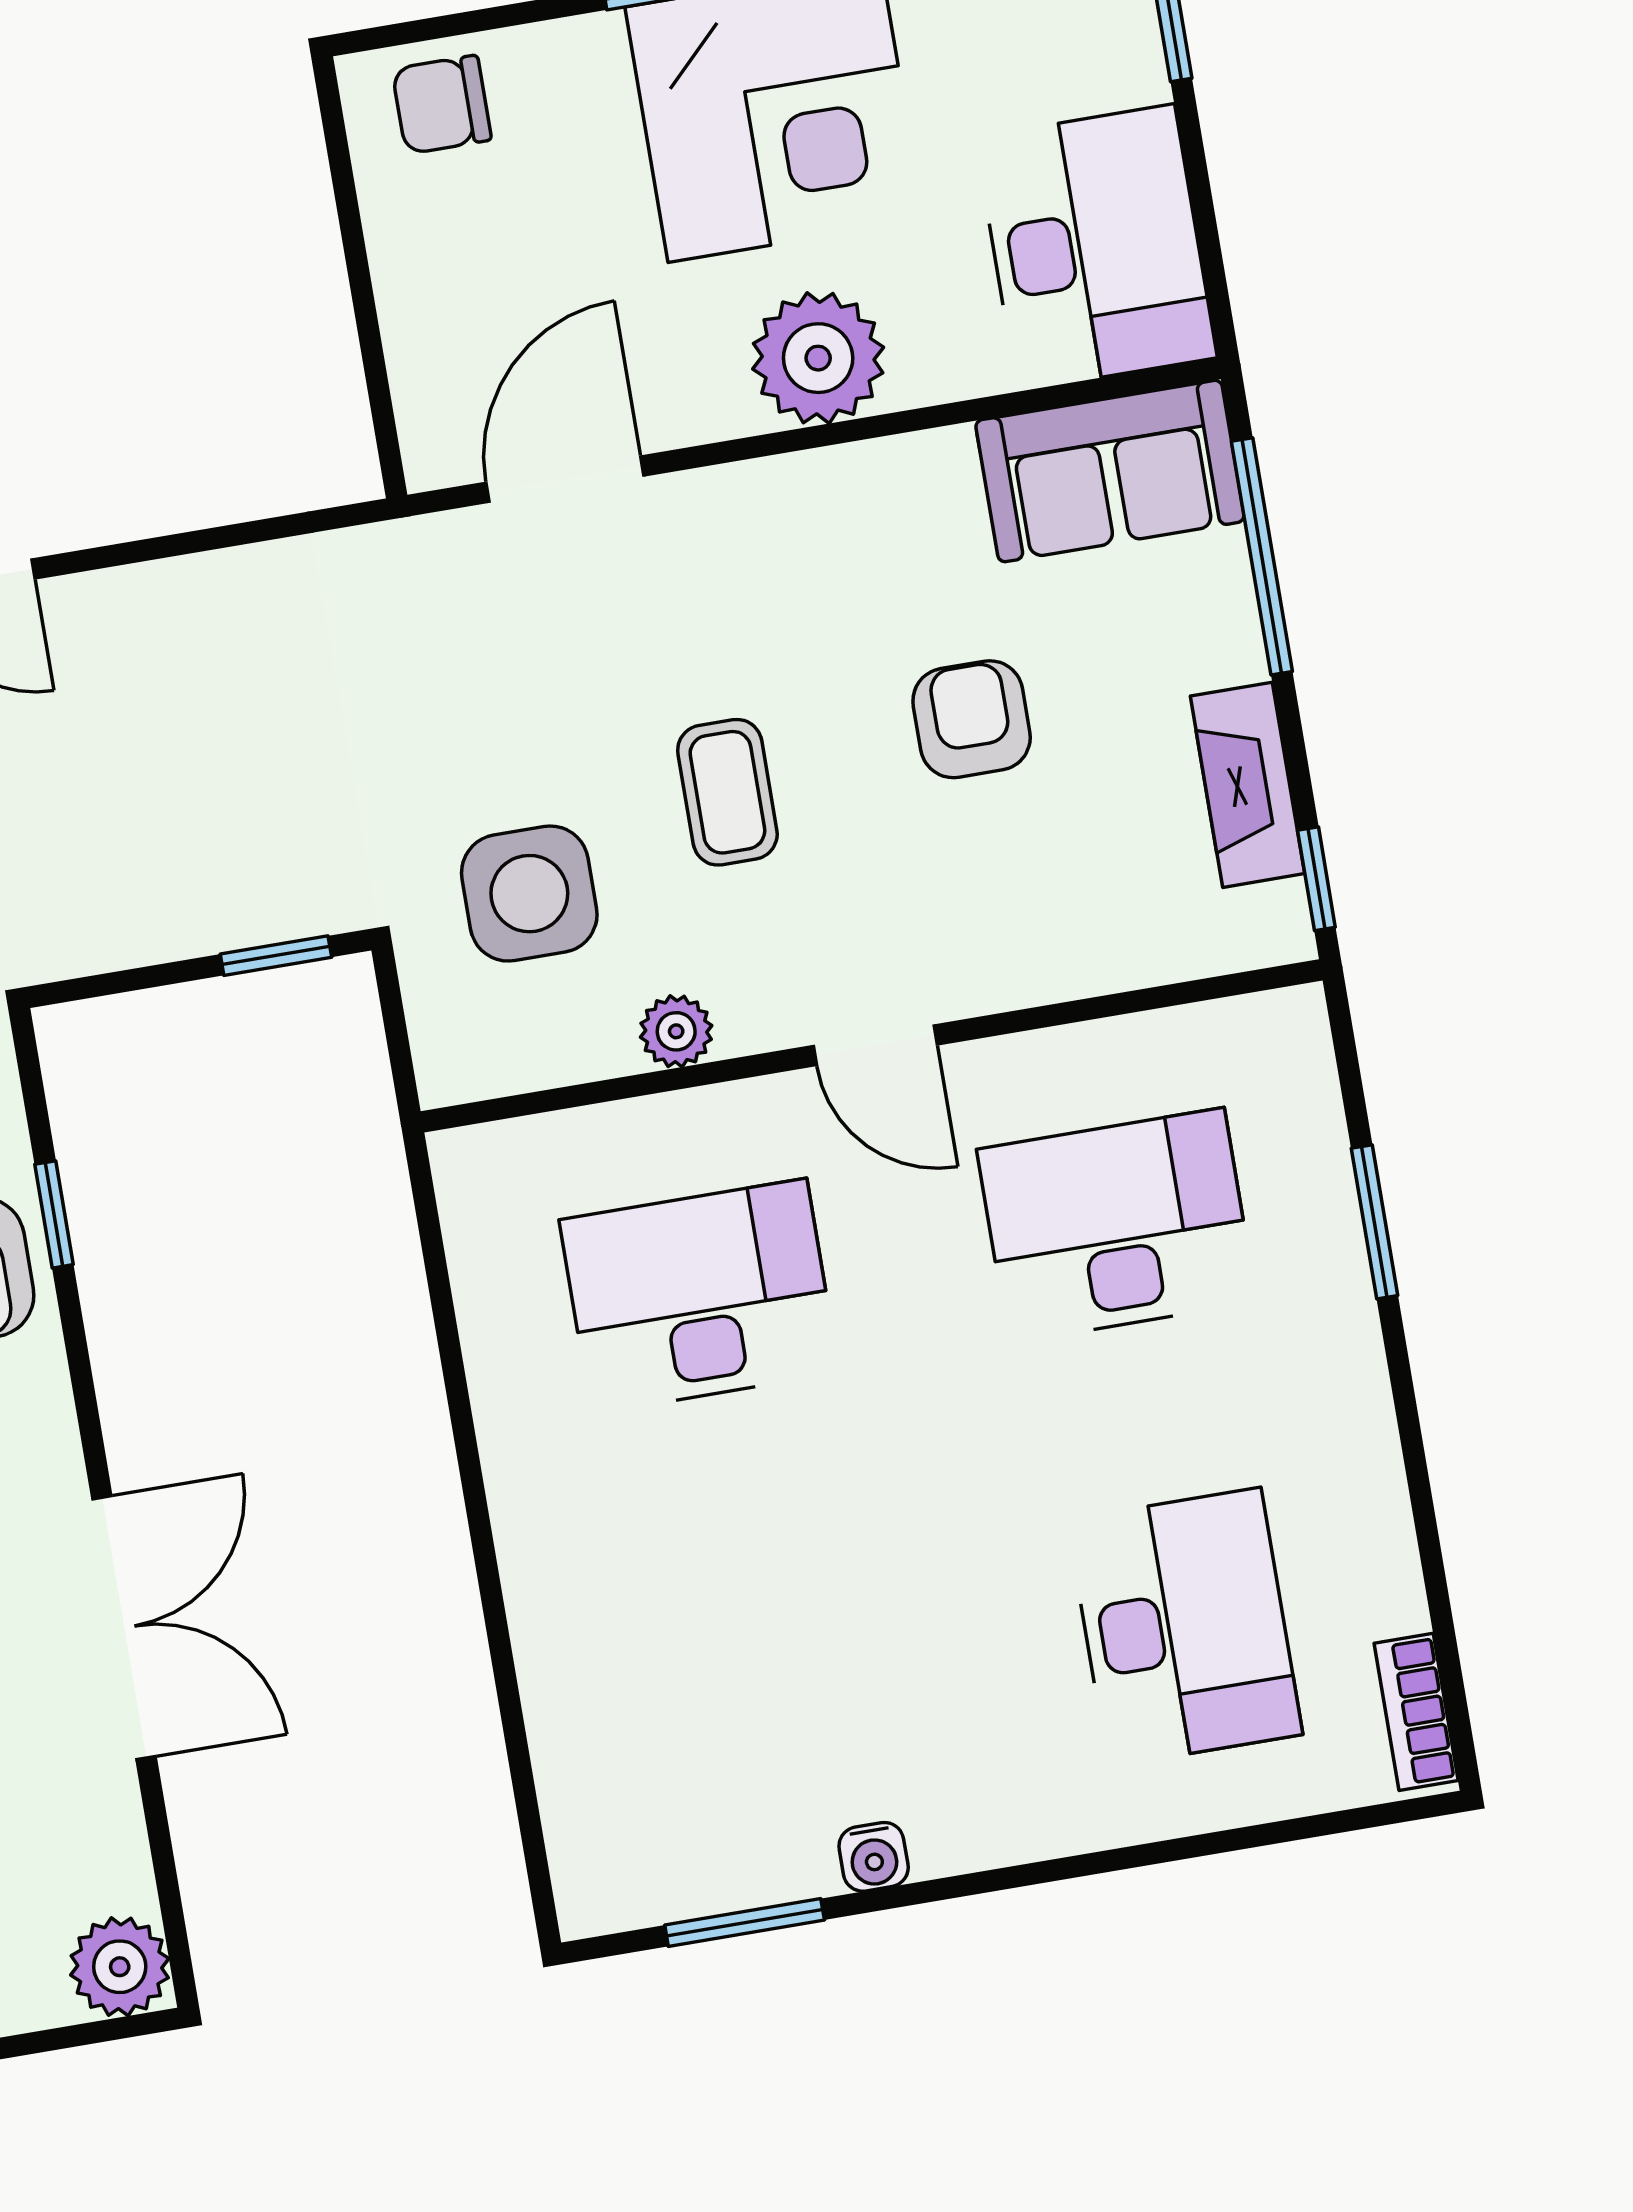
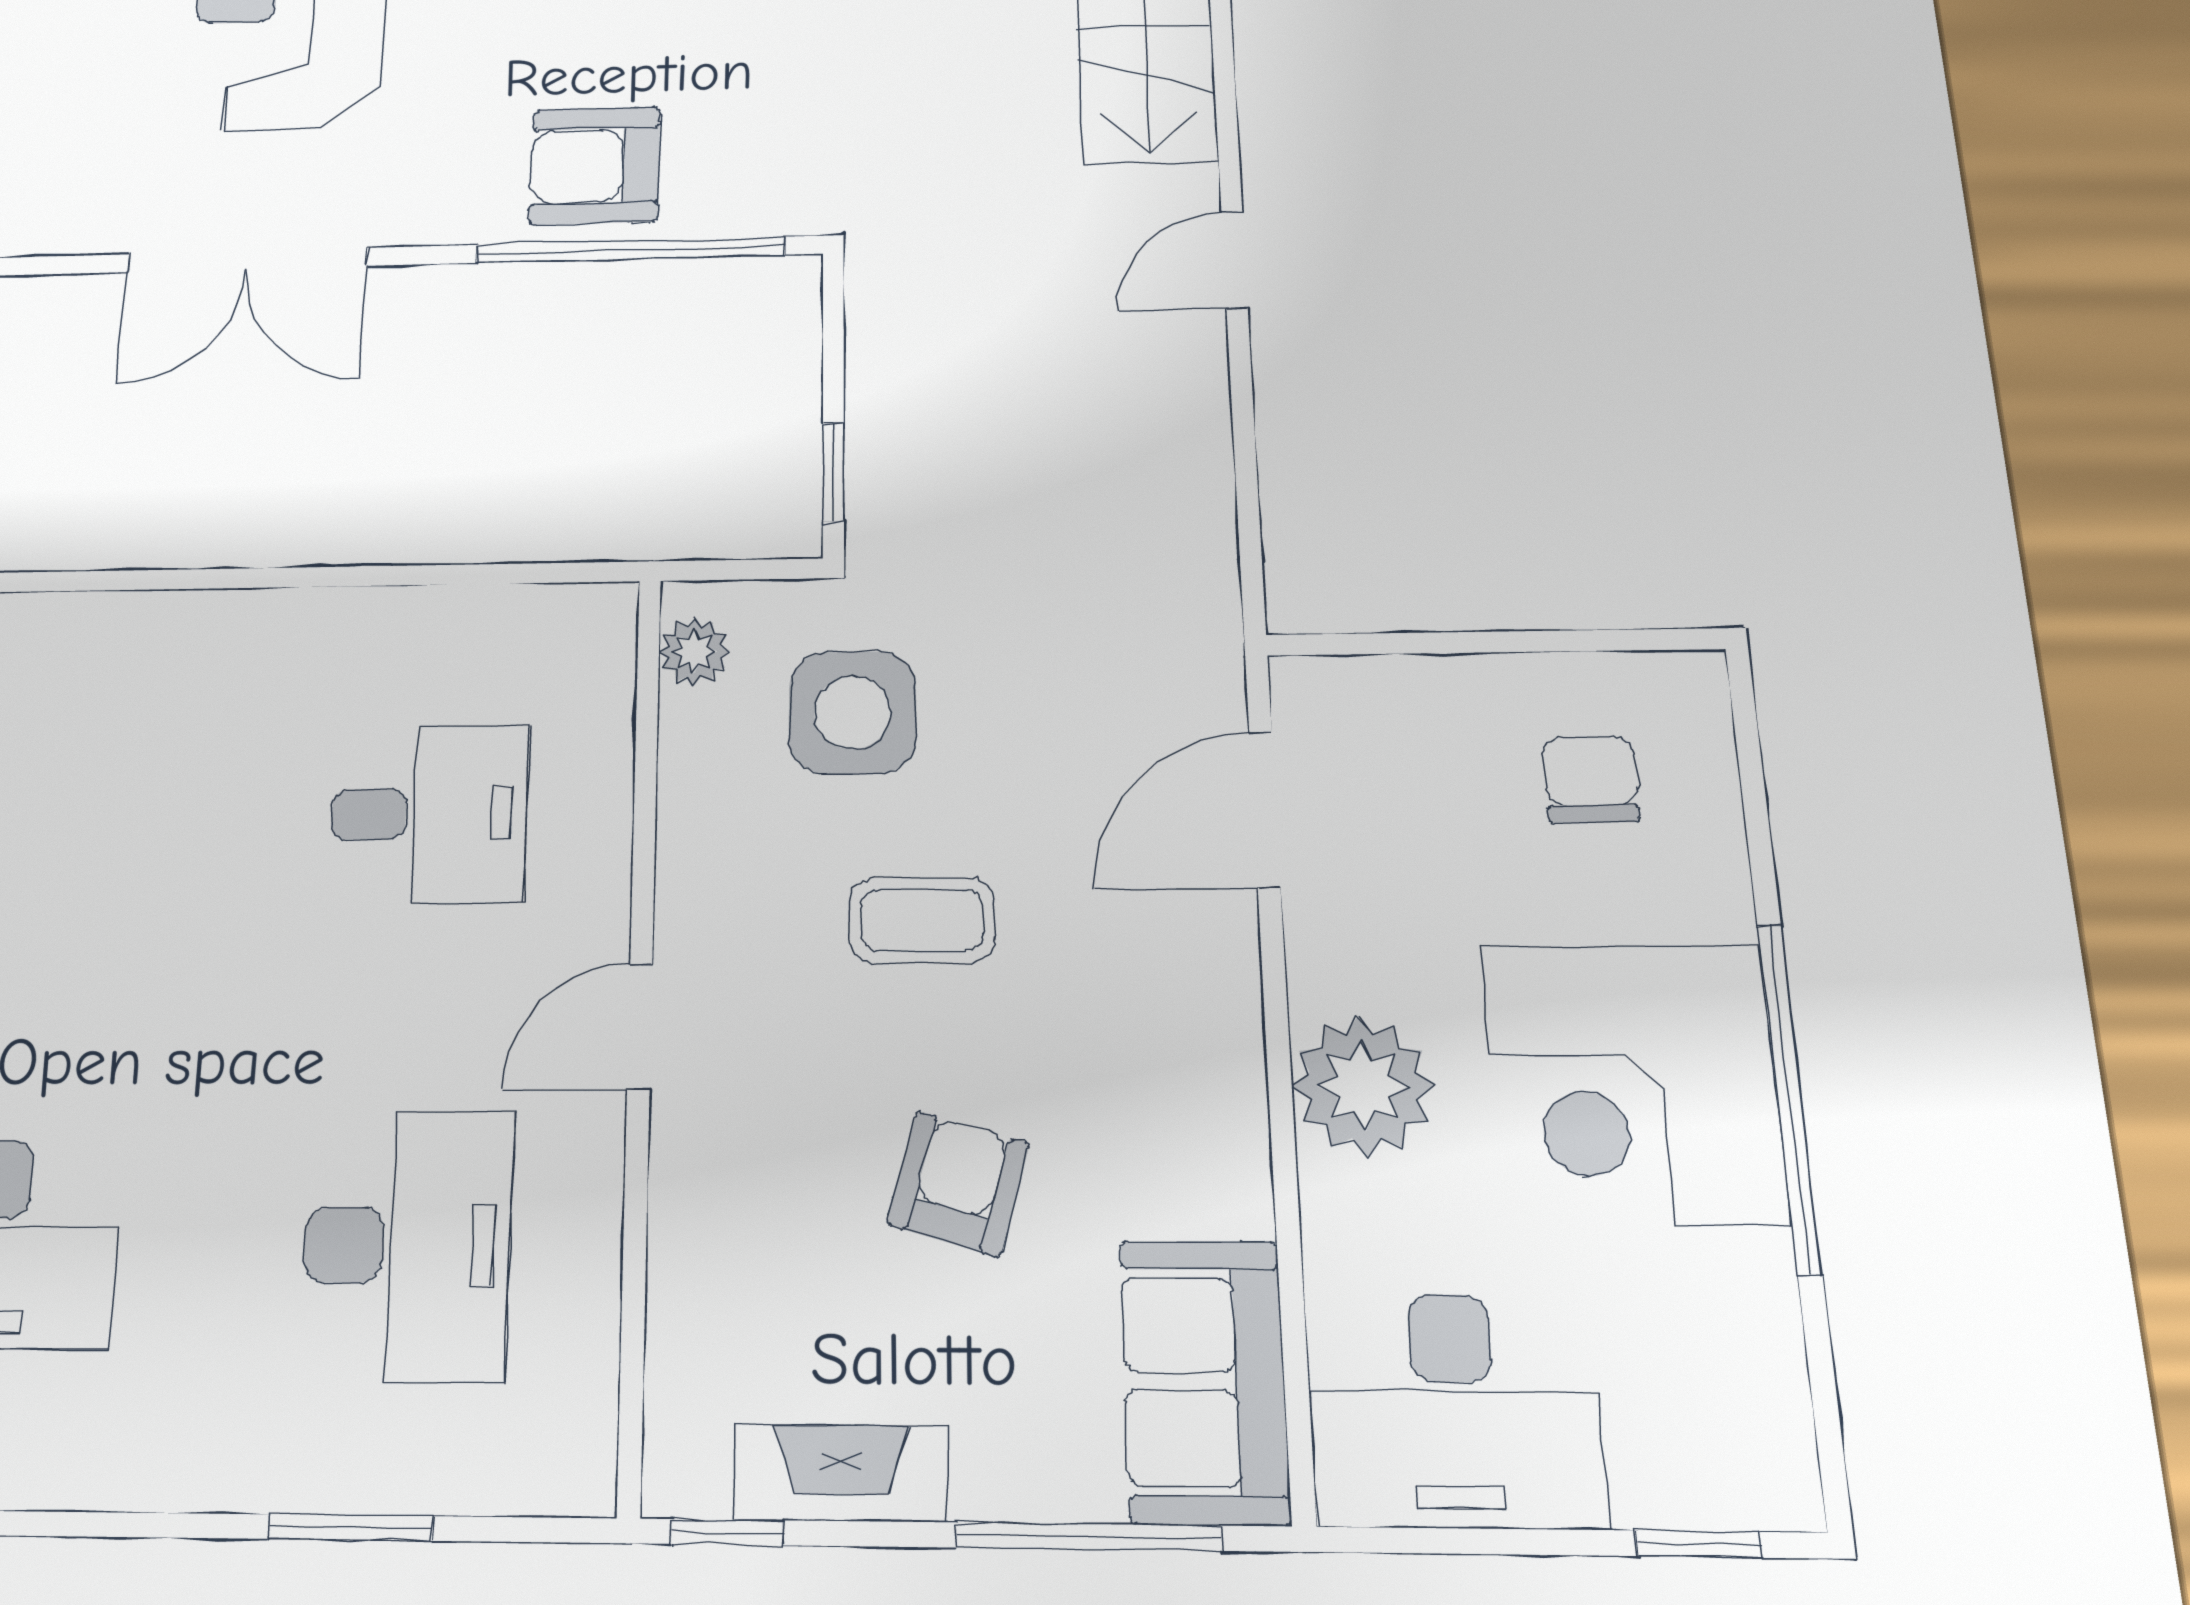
chair: (442, 105) -> (1591, 779), moved
door: (565, 479) -> (1265, 809), swing flipped
armchair: (972, 719) -> (958, 1183), turned -74
plant: (676, 1031) -> (694, 652), moved
window: (54, 1214) -> (630, 250), width x3.17
desk: (699, 1296) -> (429, 814), width x0.73

